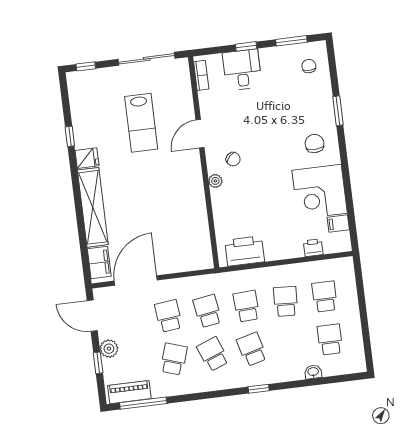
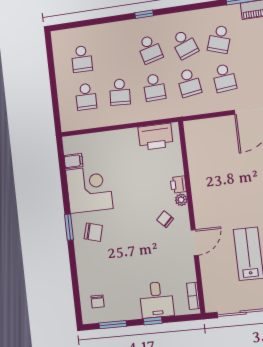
window: (338, 111) -> (69, 227), moved
chair: (314, 144) -> (93, 232), turned -75
printer: (313, 248) -> (178, 185), moved, turned 90
washbasin: (313, 372) -> (96, 30), removed

